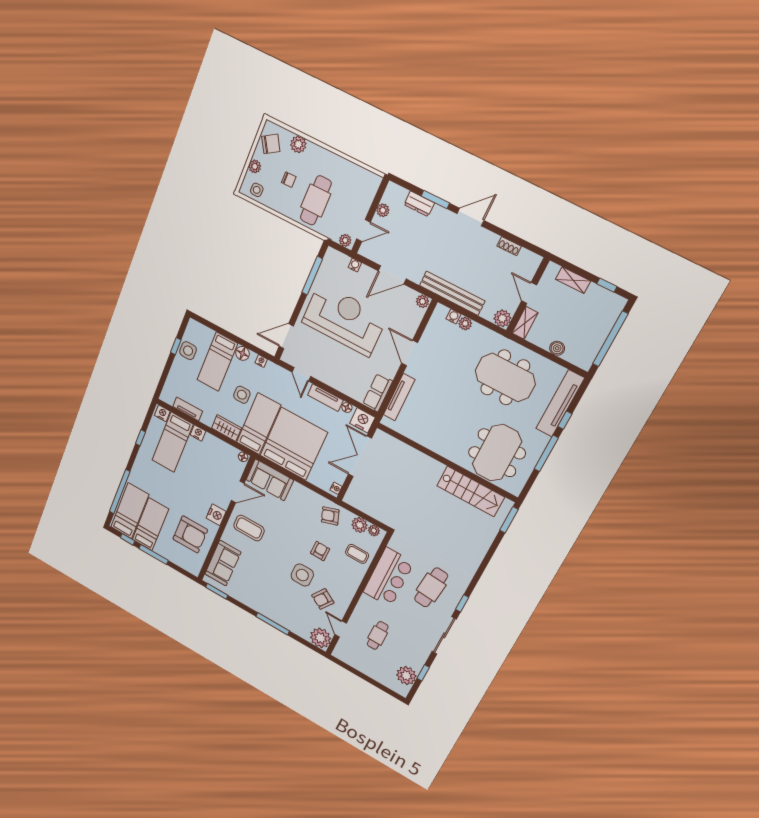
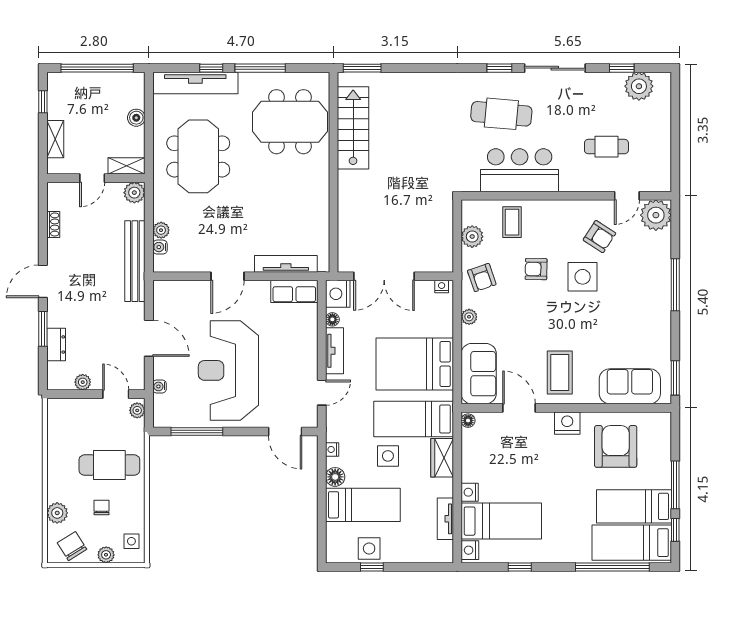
door: (470, 217) -> (43, 281), hinge flipped
plant: (423, 301) -> (161, 290), removed
bed: (294, 444) -> (415, 364), width x0.73
plant: (374, 531) -> (469, 317), moved

